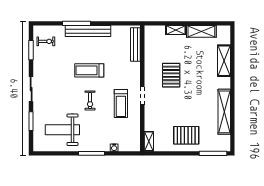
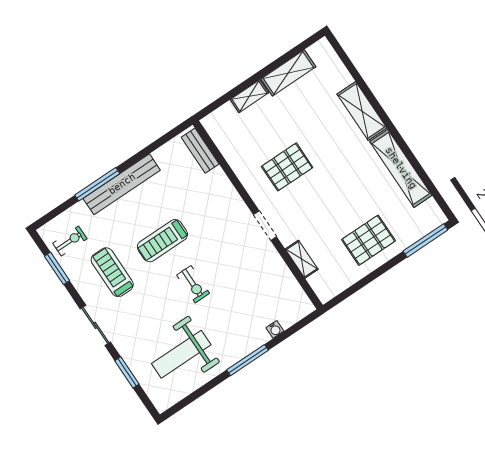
bench: (135, 45) -> (200, 151), width x0.73
shelving: (224, 61) -> (362, 111), moved
pallet: (171, 75) -> (287, 167), turned 90
treadmill: (121, 104) -> (112, 272), moved, turned 180
shelving: (149, 141) -> (302, 259), moved

